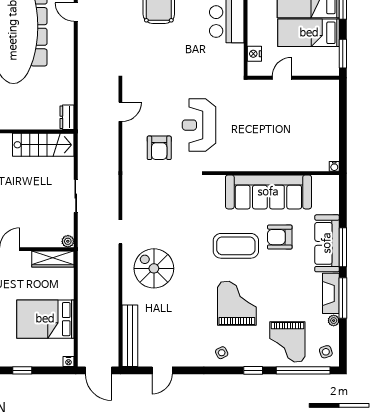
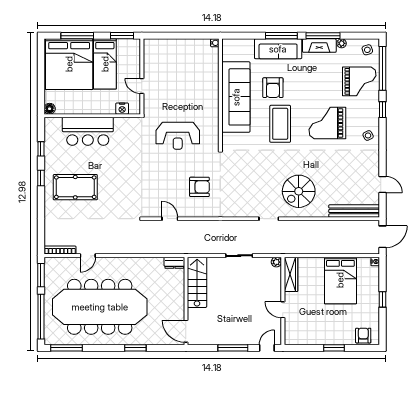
reception desk: (199, 125) -> (178, 136), moved

